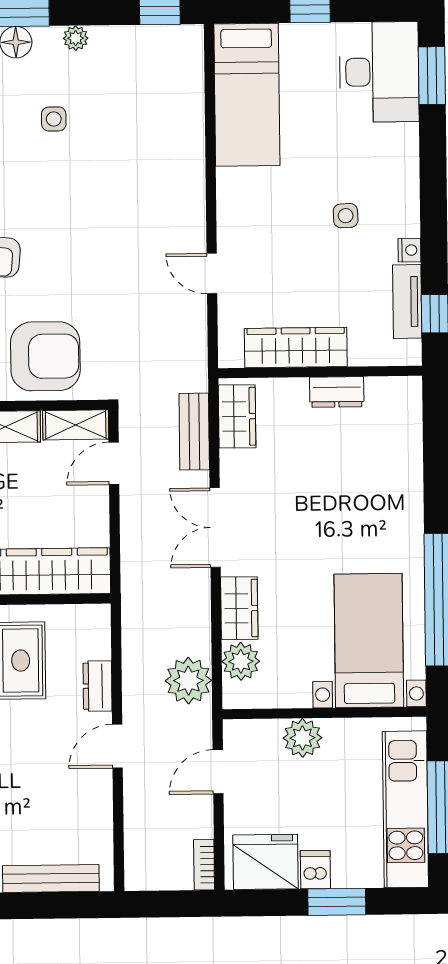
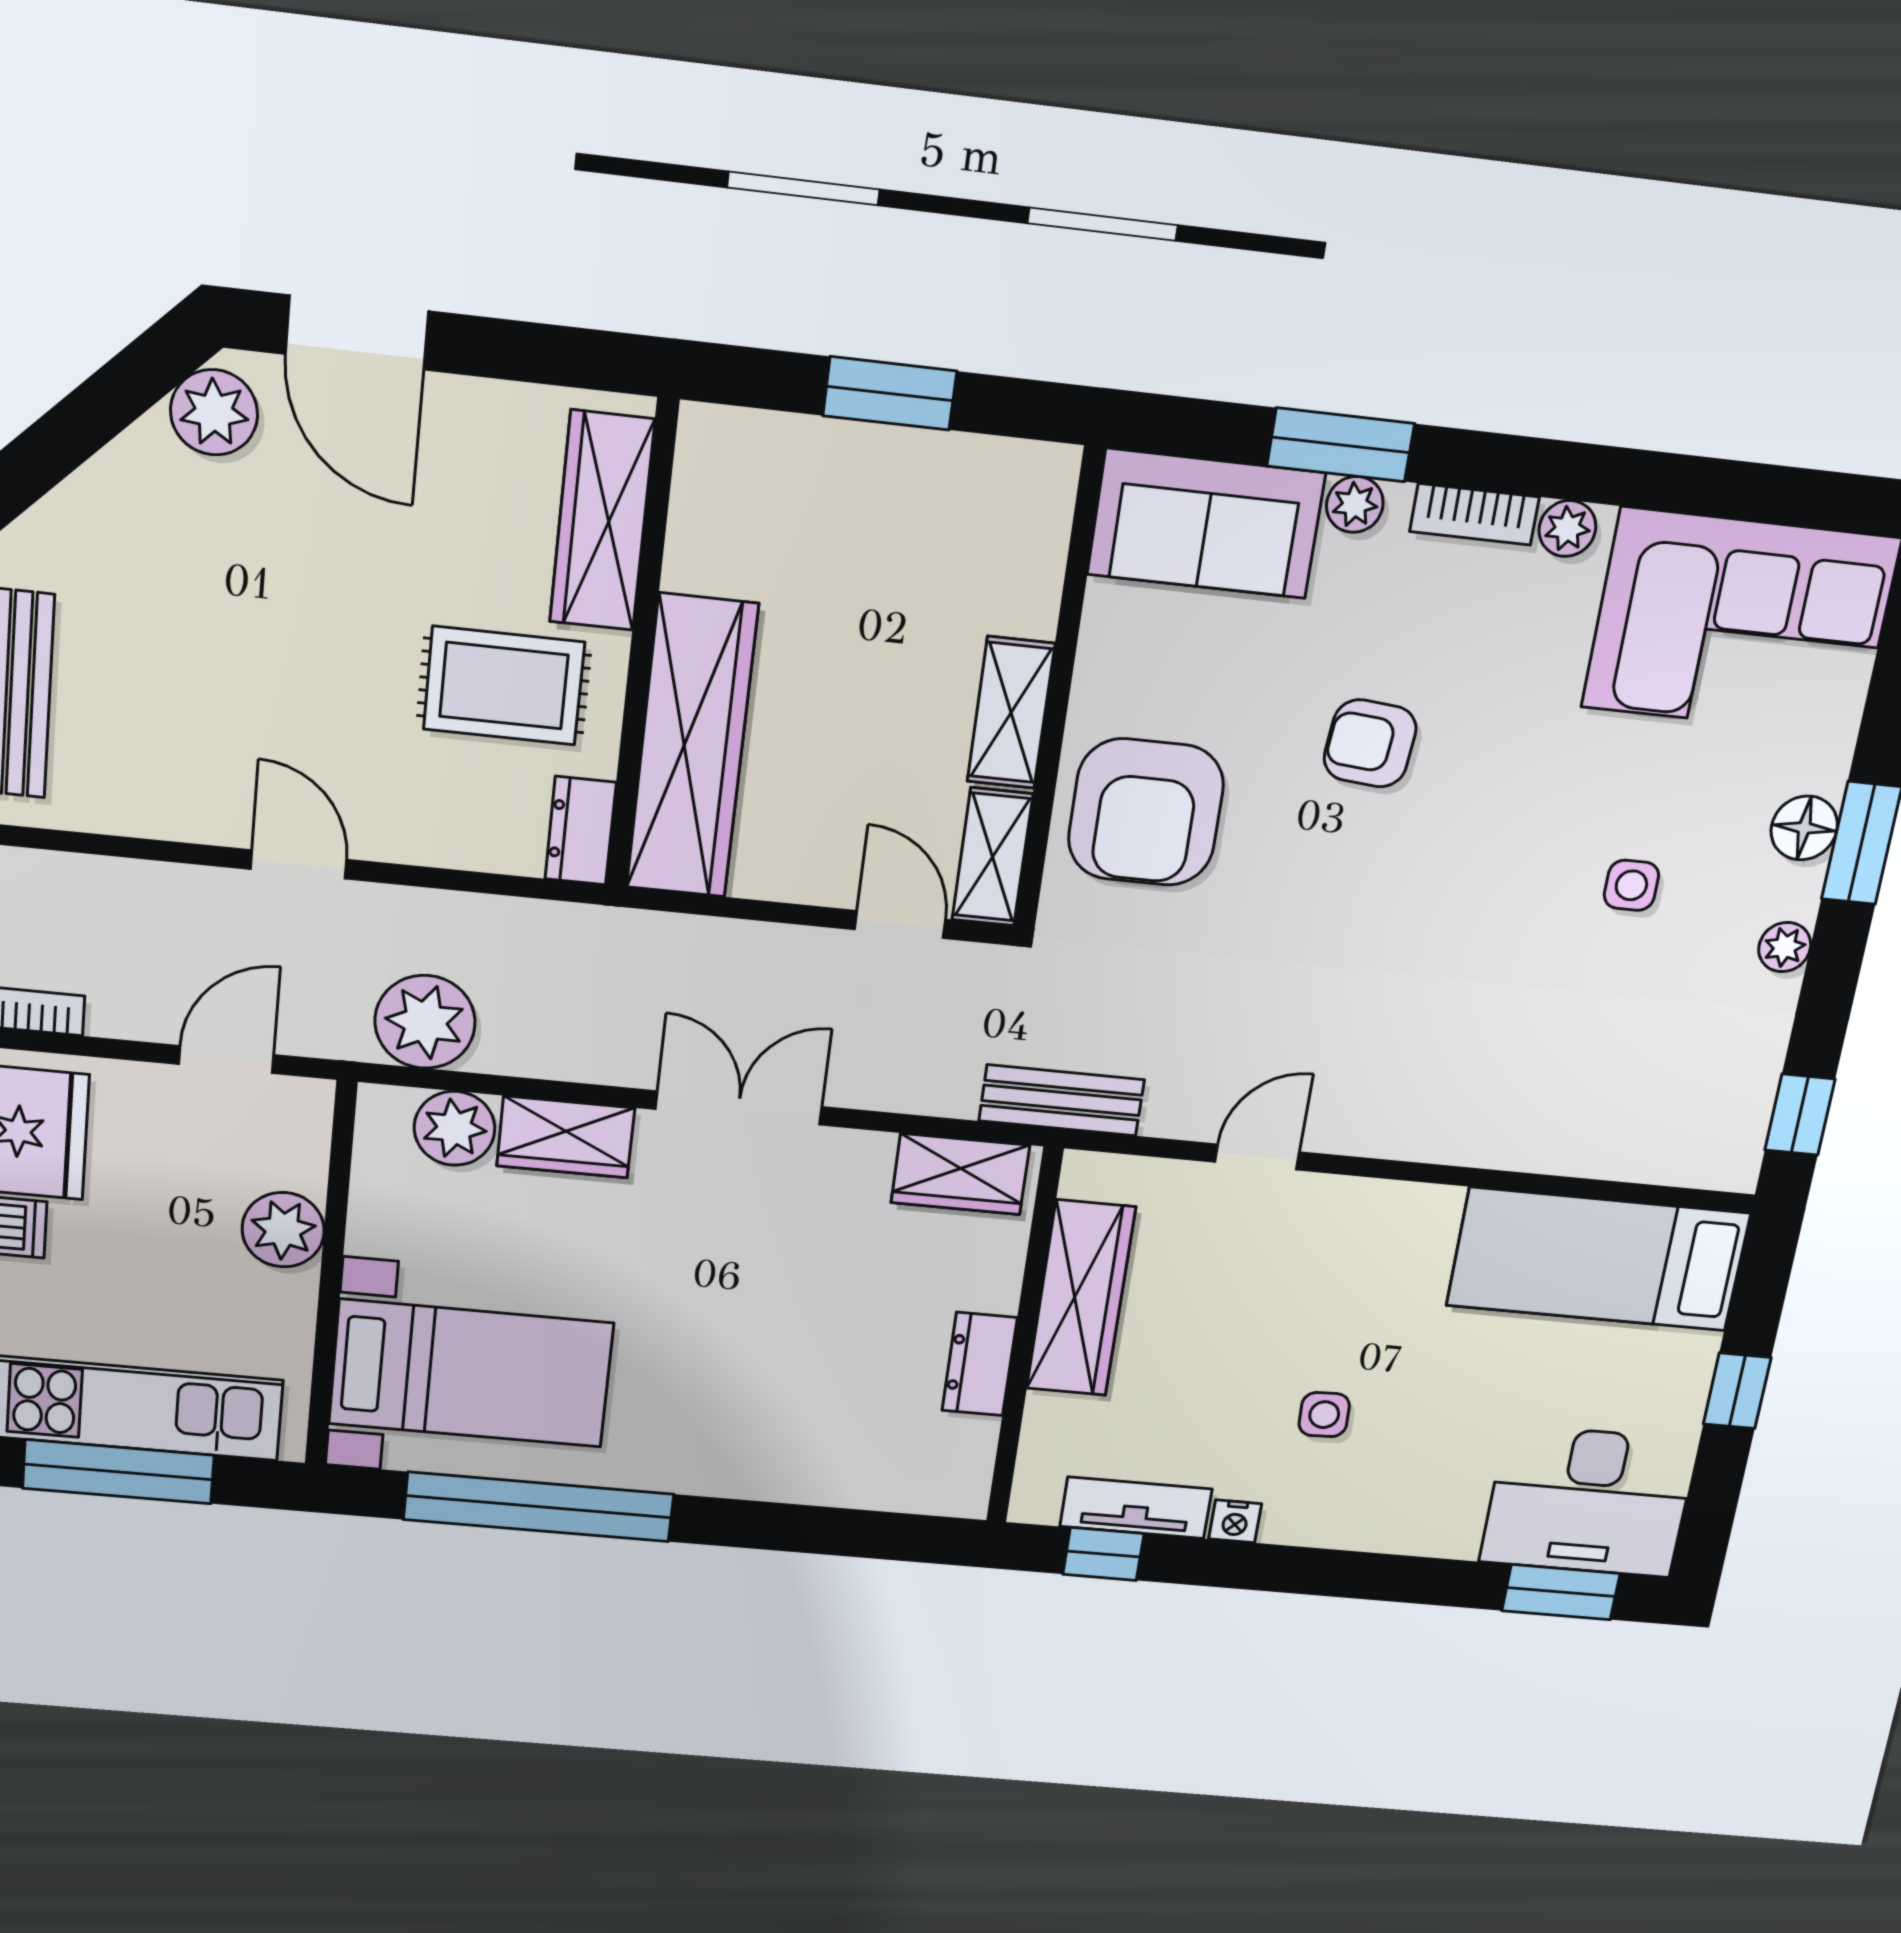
bench: (194, 432) -> (1062, 1100), moved
dresser: (97, 686) -> (581, 831), moved, turned -90
door: (218, 772) -> (226, 1060), hinge flipped

